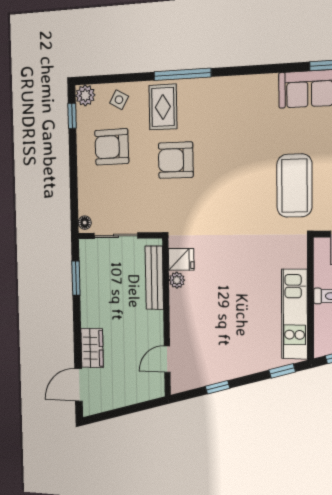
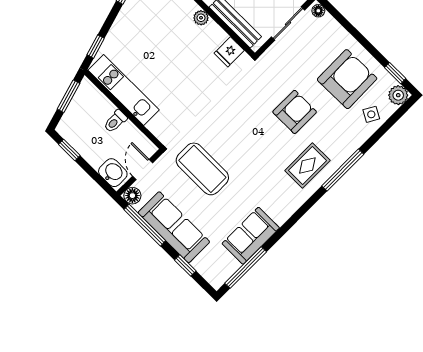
rug: (163, 107) -> (307, 166), moved, turned 90
armchair: (112, 147) -> (347, 79), width x1.36, depth x1.36
plant: (177, 280) -> (201, 18), moved

